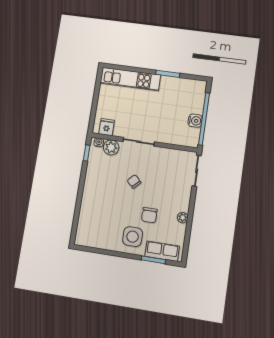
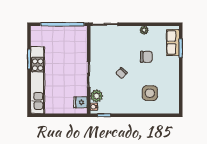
kitchen unit: (130, 79) -> (38, 80), width x1.36
water cooler: (195, 121) -> (65, 31), removed
side table: (133, 237) -> (150, 93), moved

